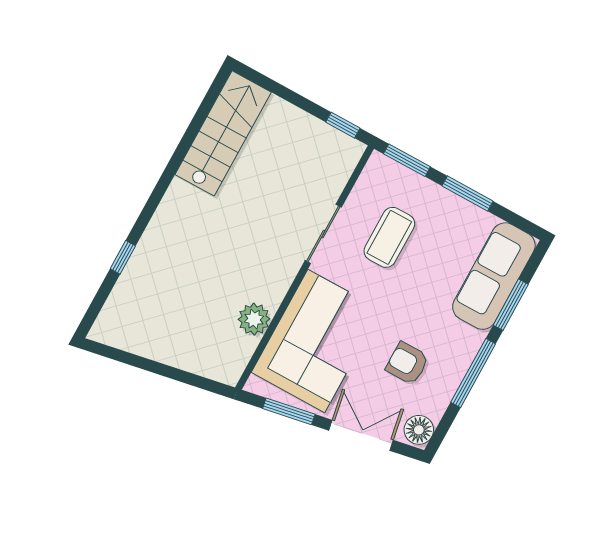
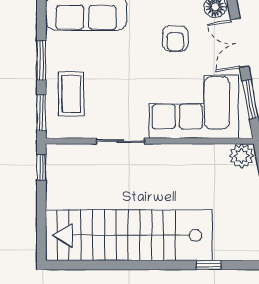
stairs: (223, 133) -> (129, 235), width x1.86, depth x1.51
coffee table: (389, 237) -> (71, 94), moved, turned 90
plant: (254, 319) -> (241, 156), moved

